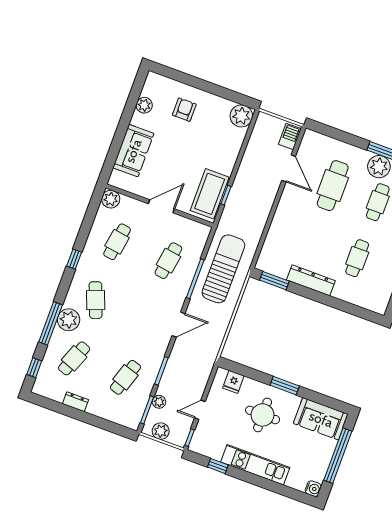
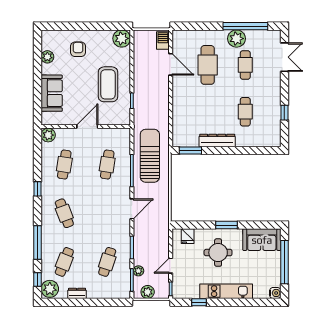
coffee table: (210, 194) -> (108, 84), moved
plant: (69, 320) -> (50, 289), moved

